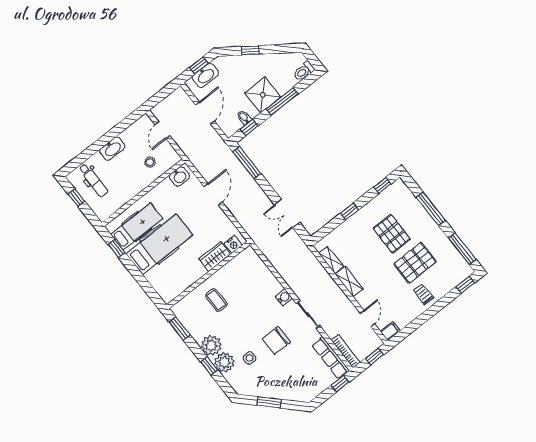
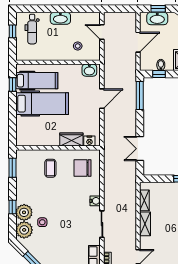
door: (162, 130) -> (102, 32), hinge flipped
chair: (276, 340) -> (83, 168), moved
plant: (211, 345) -> (24, 230), moved

